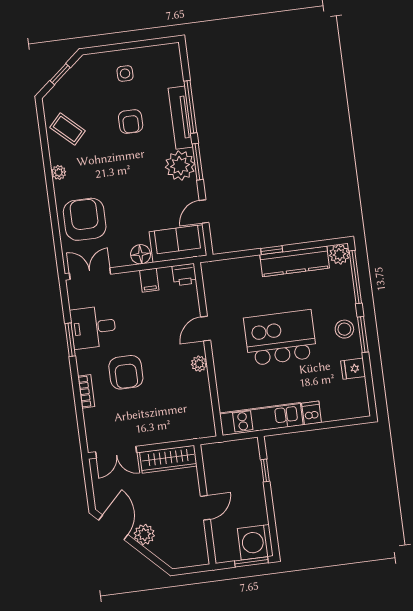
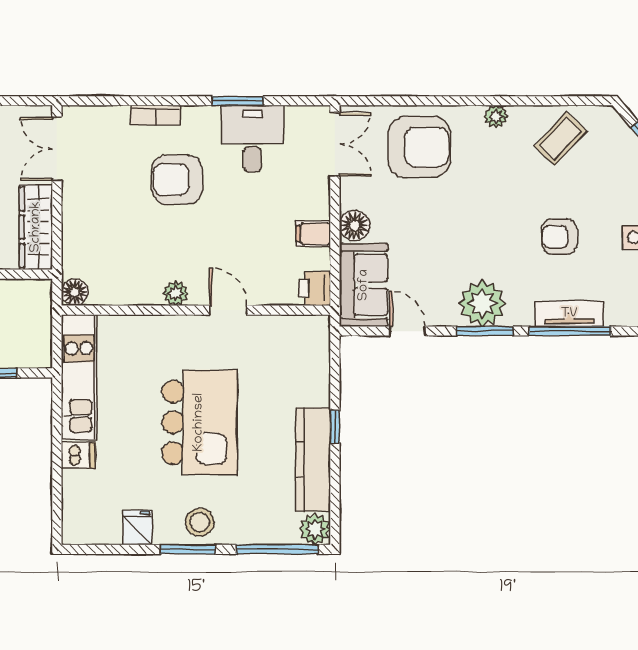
tv unit: (180, 118) -> (569, 314), width x0.71
floor lamp: (207, 429) -> (75, 292), added

